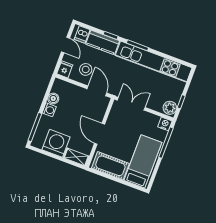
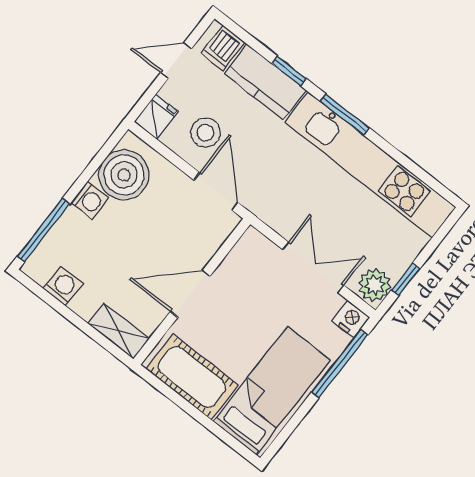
door: (65, 45) -> (176, 61), swing flipped
boiler: (53, 99) -> (124, 175), width x1.86, depth x1.86
double door: (131, 104) -> (313, 267), moved
door: (99, 134) -> (190, 294), hinge flipped
washing machine: (56, 143) -> (63, 286), width x0.53, depth x0.53

